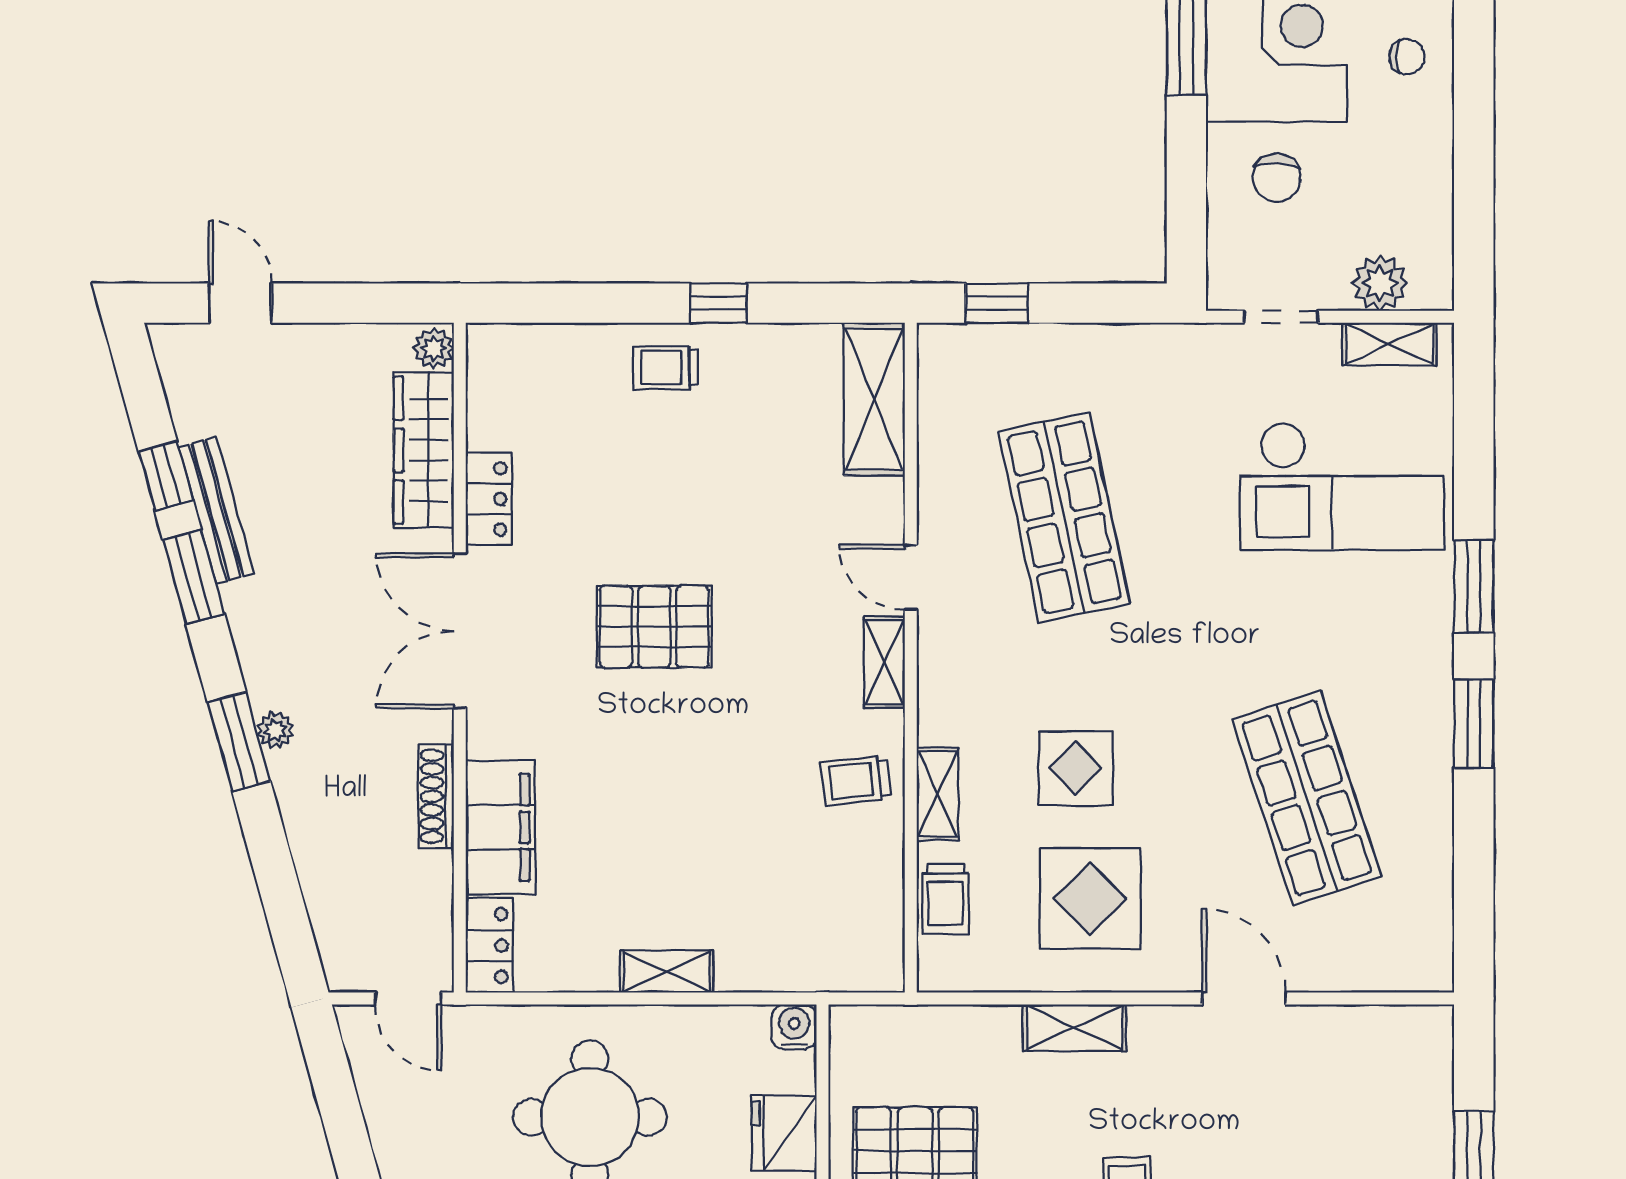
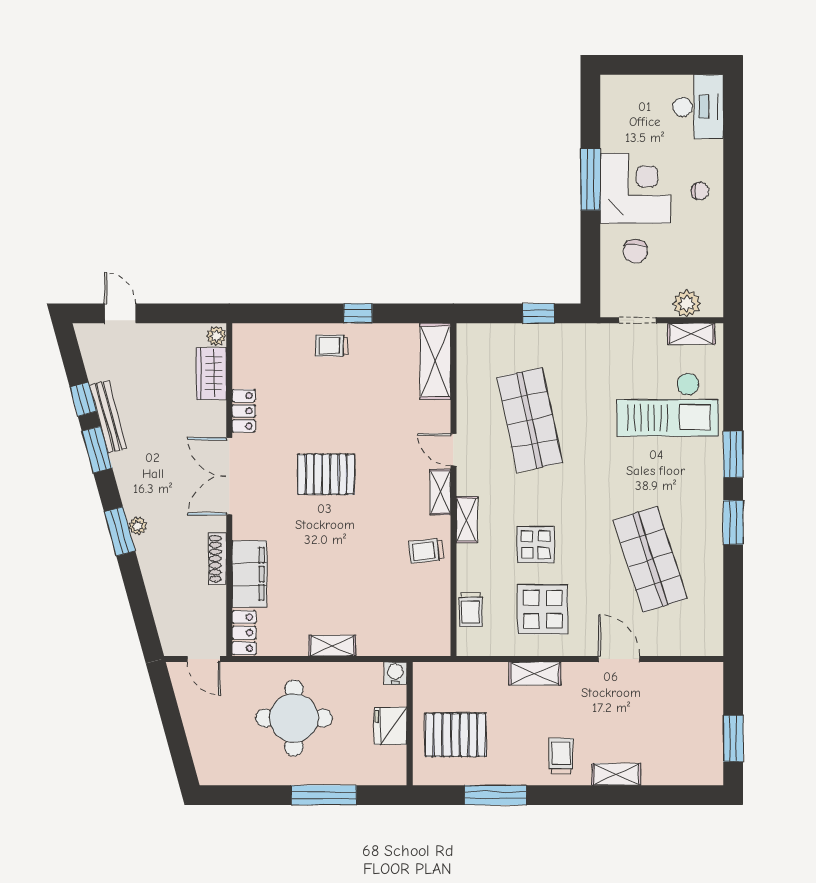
window: (997, 303) -> (538, 313), moved
wardrobe: (424, 450) -> (211, 374), width x0.67
shelving: (938, 794) -> (467, 520), moved

